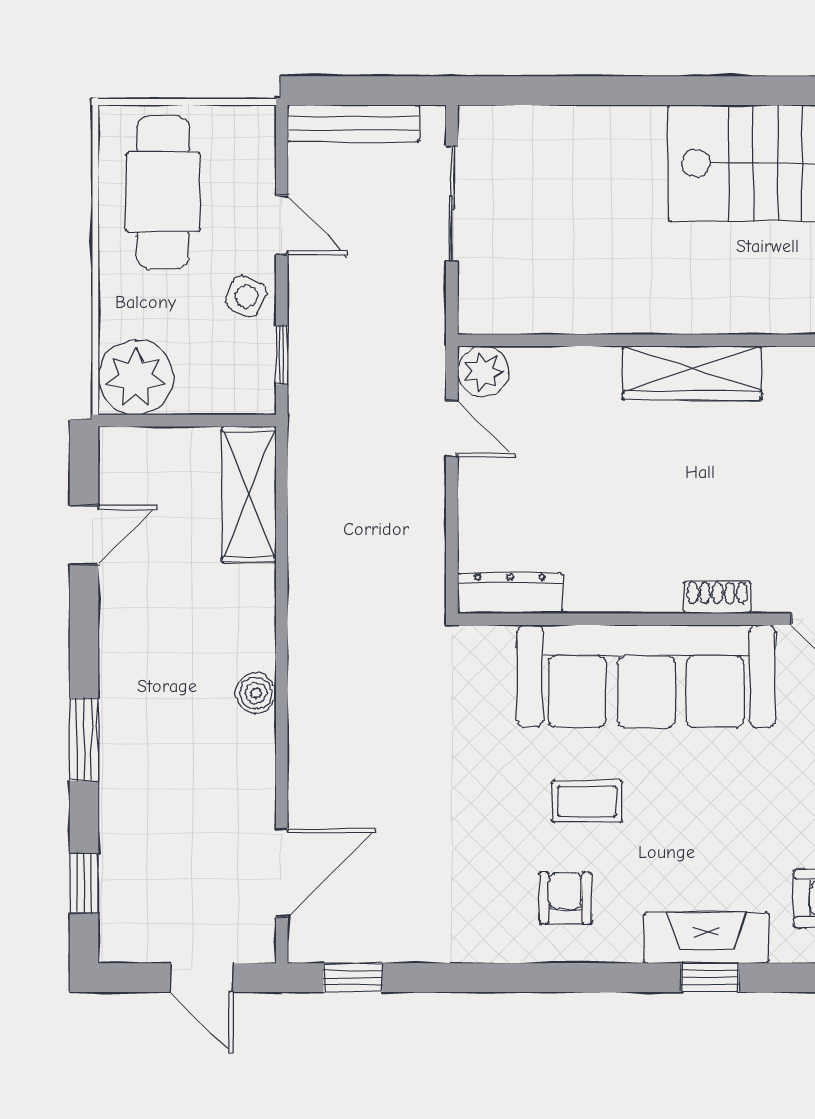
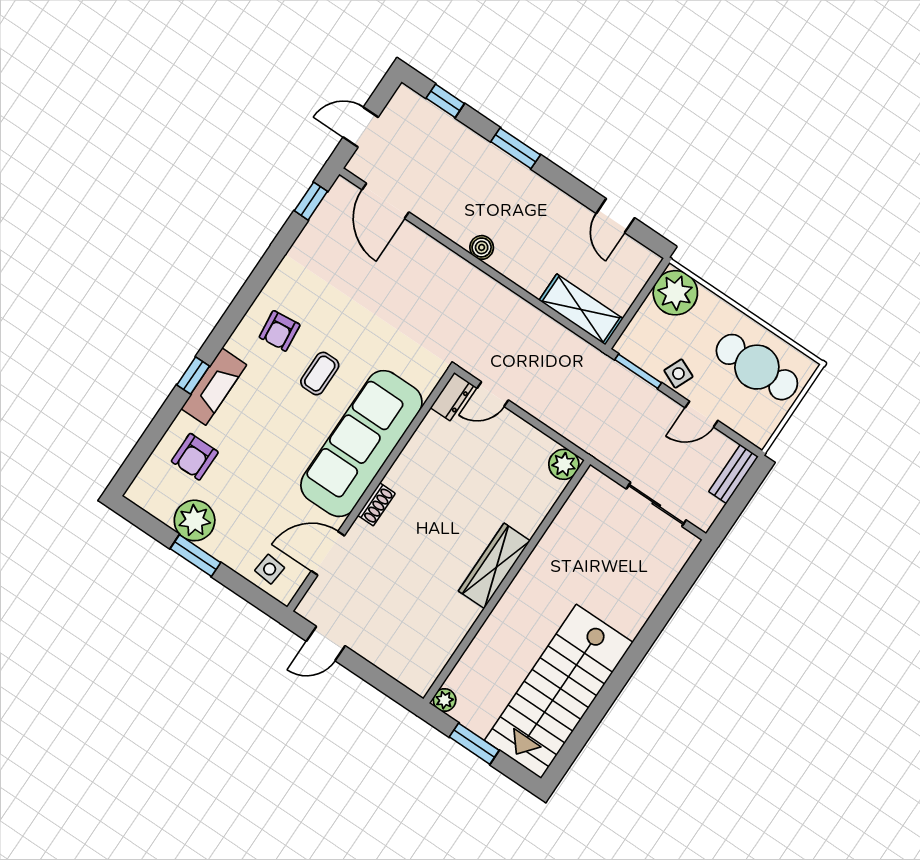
bench: (353, 123) -> (733, 474), width x0.73
window: (282, 355) -> (638, 371), width x1.50
door: (452, 428) -> (493, 394), moved
dresser: (510, 593) -> (452, 397), width x0.70
armchair: (565, 898) -> (280, 331), turned 84

